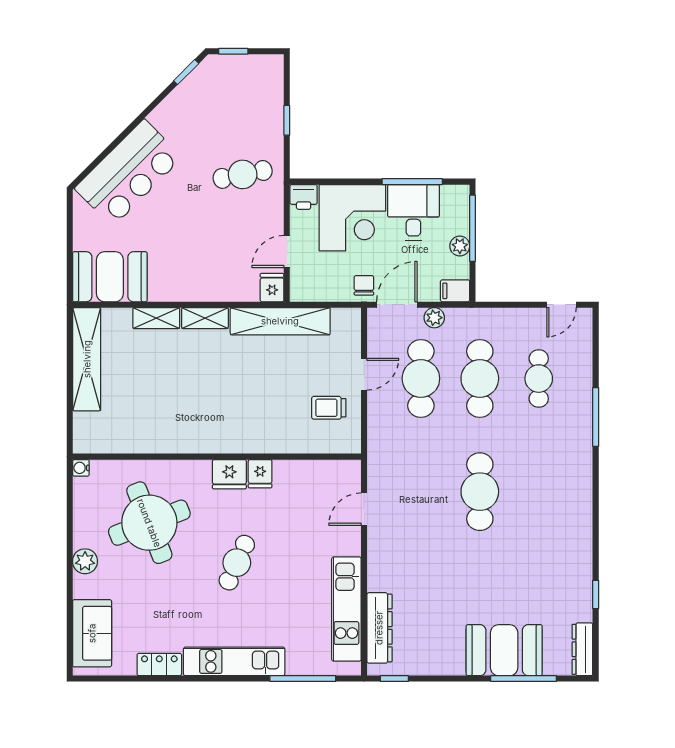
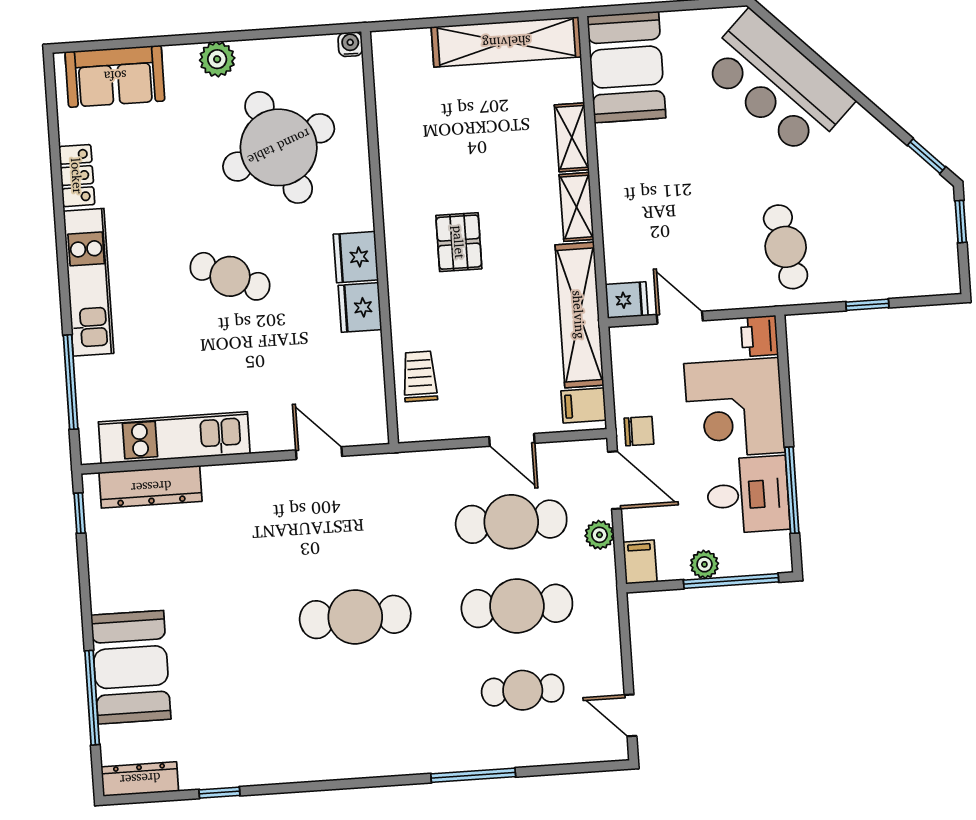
filing cabinet: (343, 323) -> (584, 406), added
pallet: (224, 402) -> (459, 242), added
trolley: (329, 408) -> (420, 376), moved
fridge: (260, 474) -> (360, 308), width x1.38

